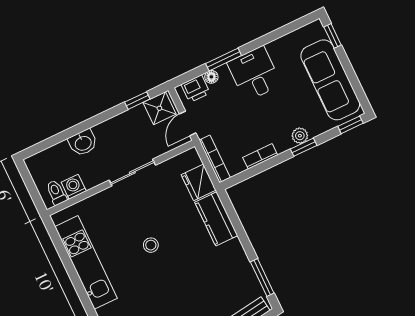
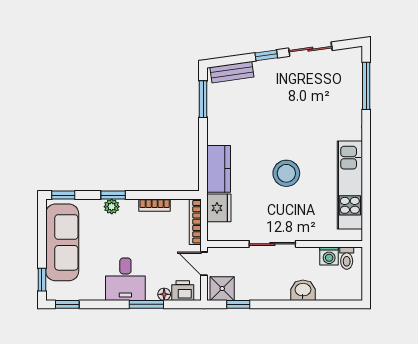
window: (298, 24) -> (67, 304), added
door: (188, 123) -> (204, 264), swing flipped
stool: (151, 245) -> (286, 173), width x1.89, depth x1.89

